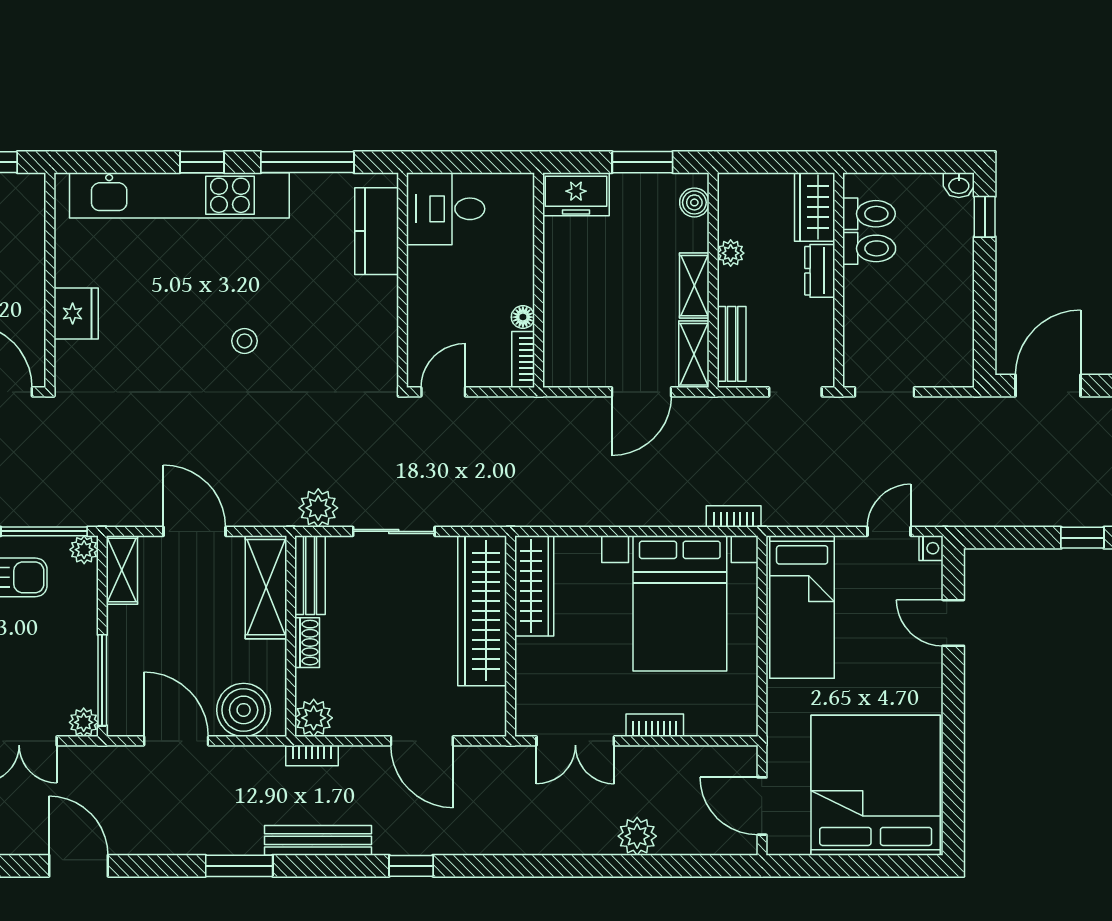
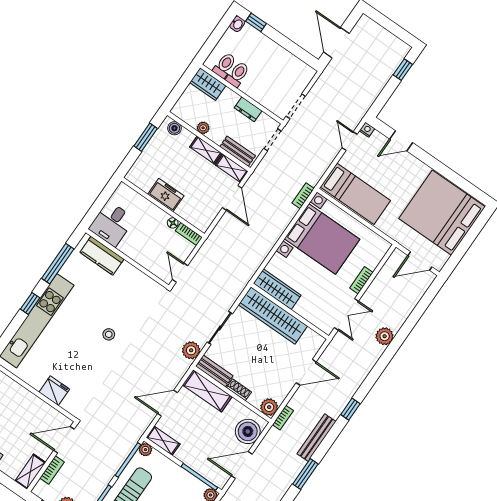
freezer: (576, 194) -> (166, 195), moved, turned -90
dresser: (820, 271) -> (248, 109), moved
plant: (637, 836) -> (385, 336), moved

